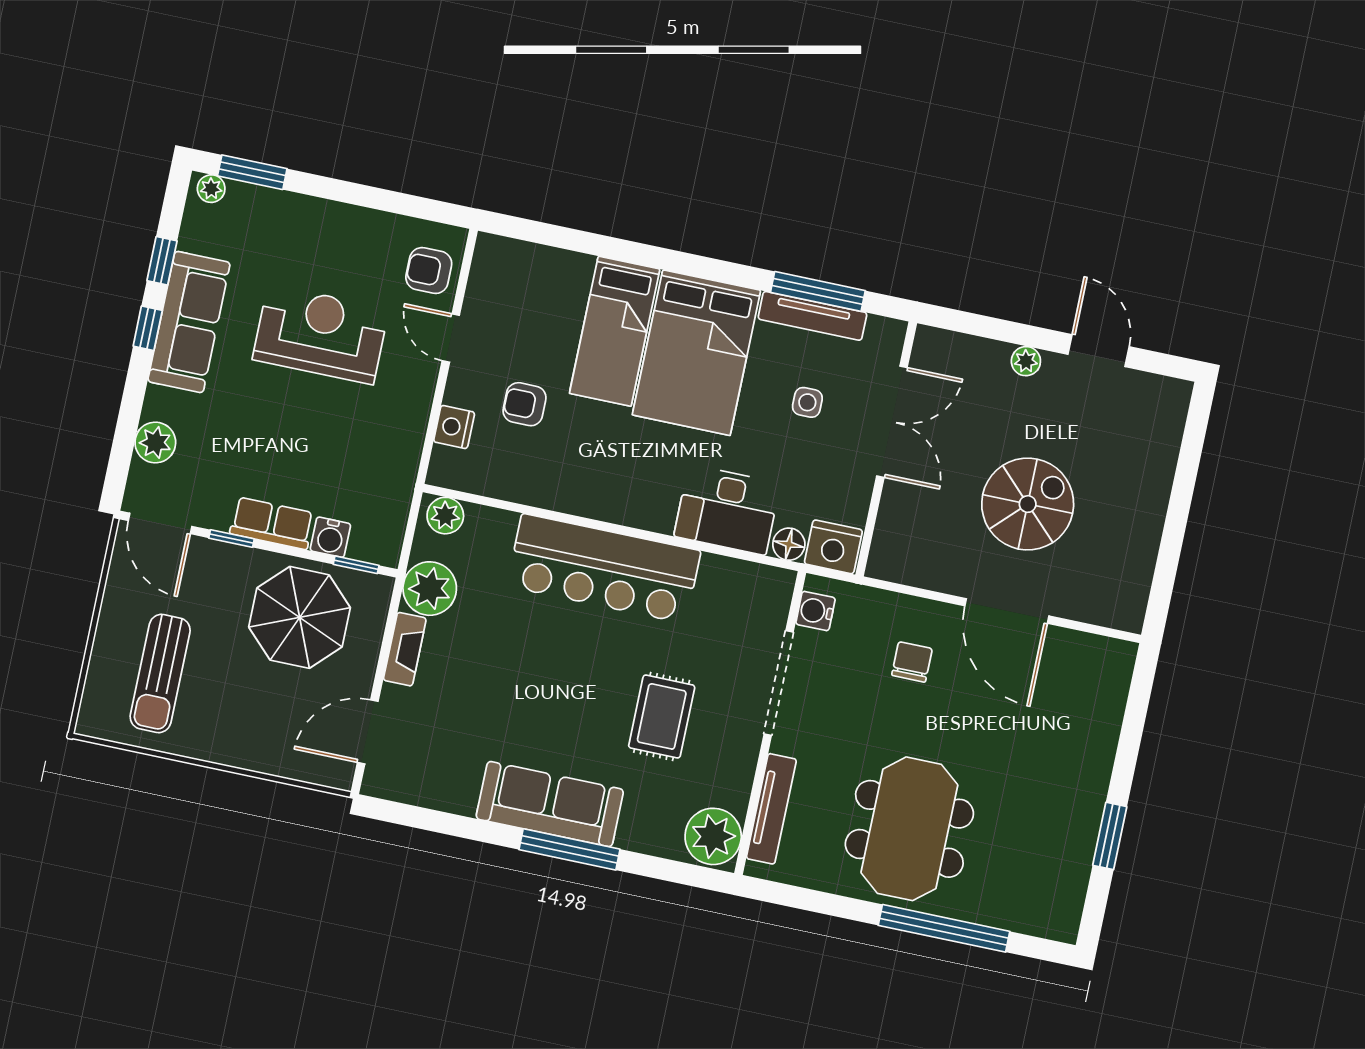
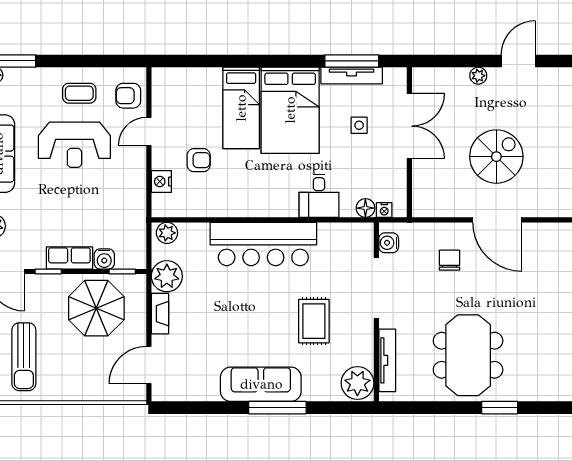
coffee table: (347, 249) -> (79, 93), added
reception desk: (321, 334) -> (74, 145), turned 180
door: (451, 338) -> (149, 131), hinge flipped
door: (1099, 351) -> (518, 61), hinge flipped
armchair: (525, 404) -> (199, 160), turned 180
desk: (727, 510) -> (319, 196), width x0.73
nightstand: (833, 547) -> (384, 210), width x0.53, depth x0.56
window: (944, 928) -> (500, 408), width x0.47

